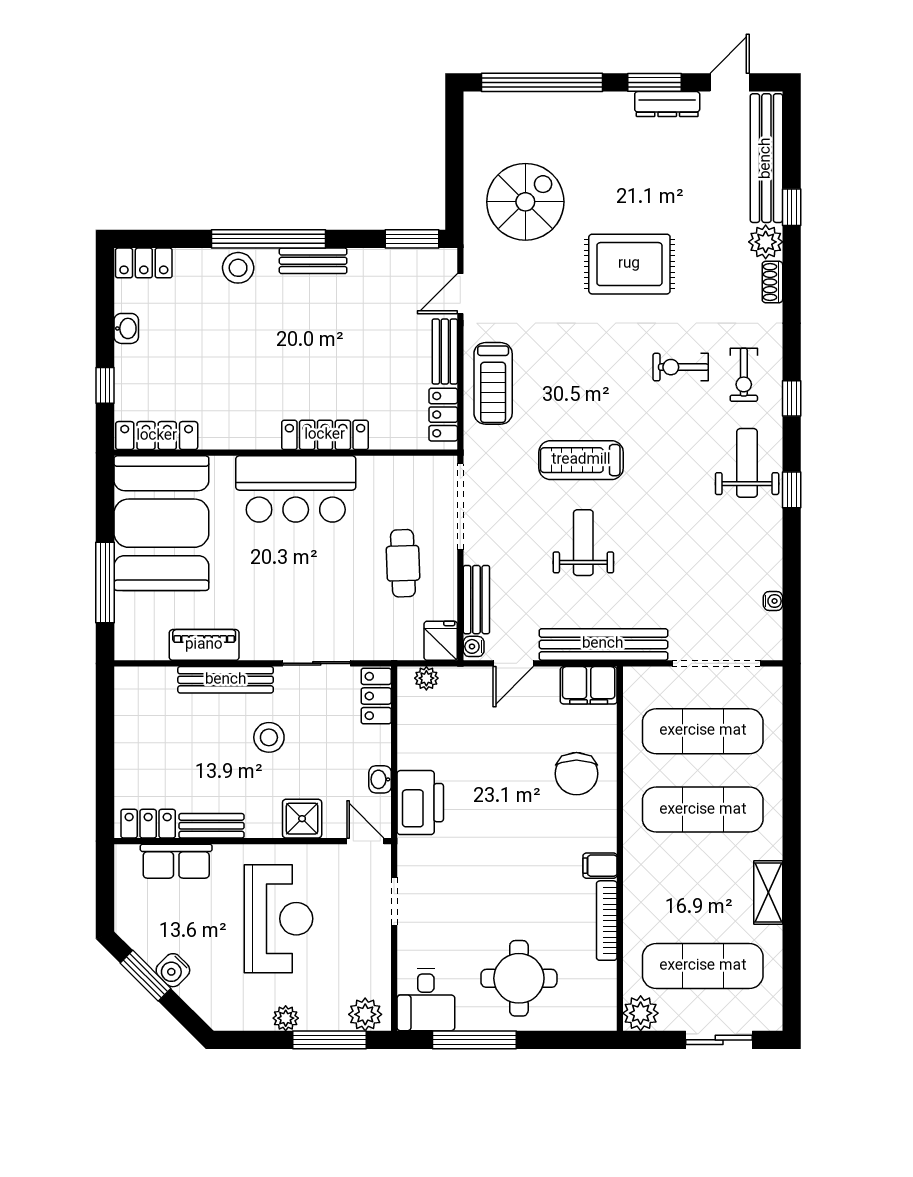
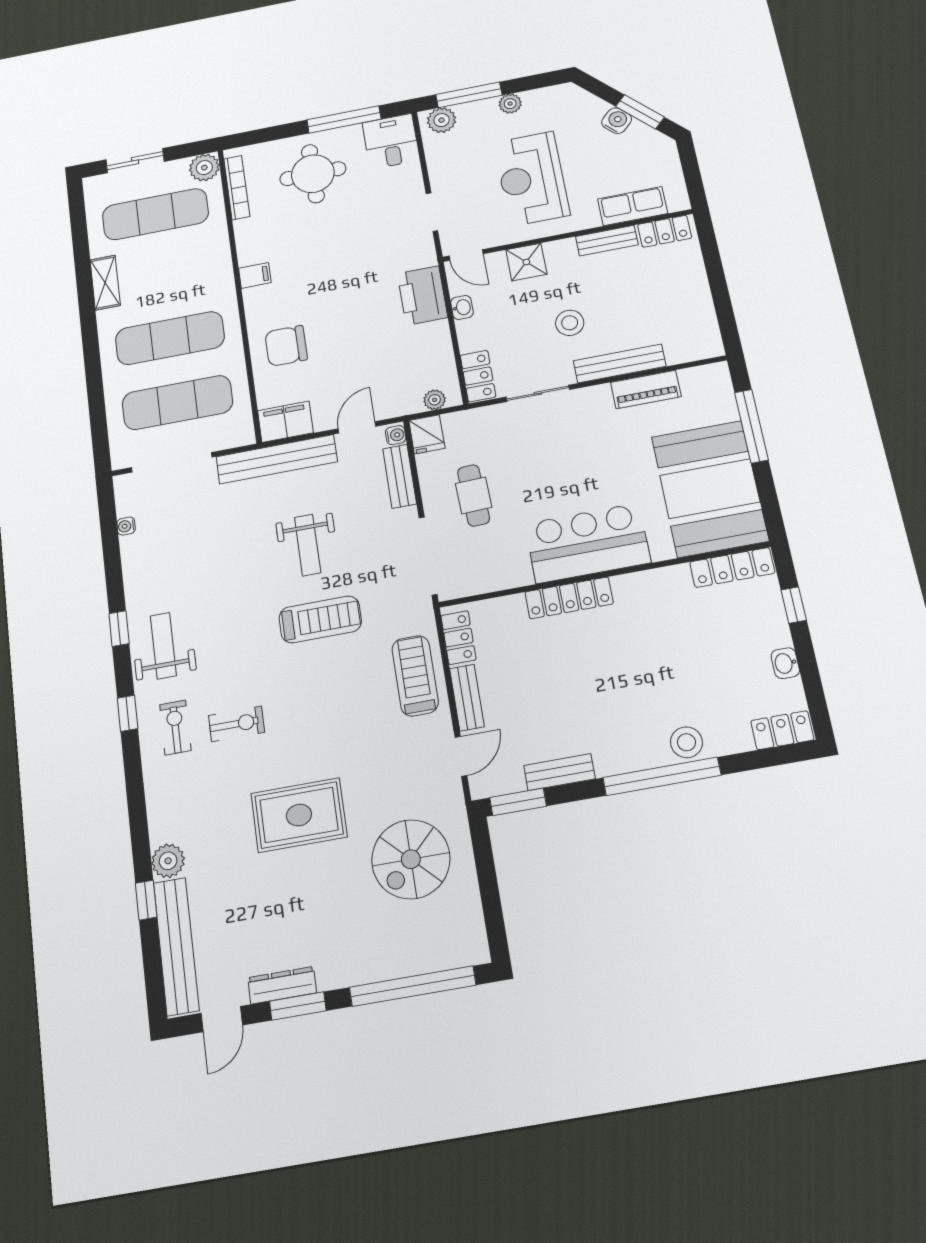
bench: (313, 261) -> (559, 772), moved
shoe rack: (772, 282) -> (157, 822), removed
weight bench: (747, 463) -> (163, 646), turned 180
chair: (576, 774) -> (286, 346), turned -90
bookcase: (607, 921) -> (237, 188), moved

